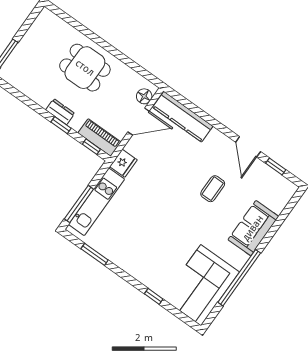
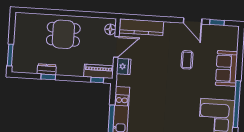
dresser: (60, 112) -> (47, 69), moved
window: (61, 125) -> (48, 77), moved
fridge: (123, 163) -> (124, 67), moved

